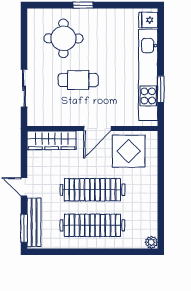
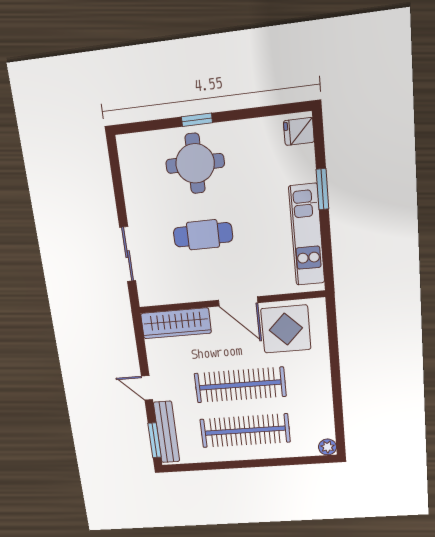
round table: (63, 38) -> (195, 163), moved
kitchen unit: (148, 75) -> (307, 235), width x0.73
window: (161, 89) -> (323, 189), moved
door: (97, 128) -> (238, 301), hinge flipped

